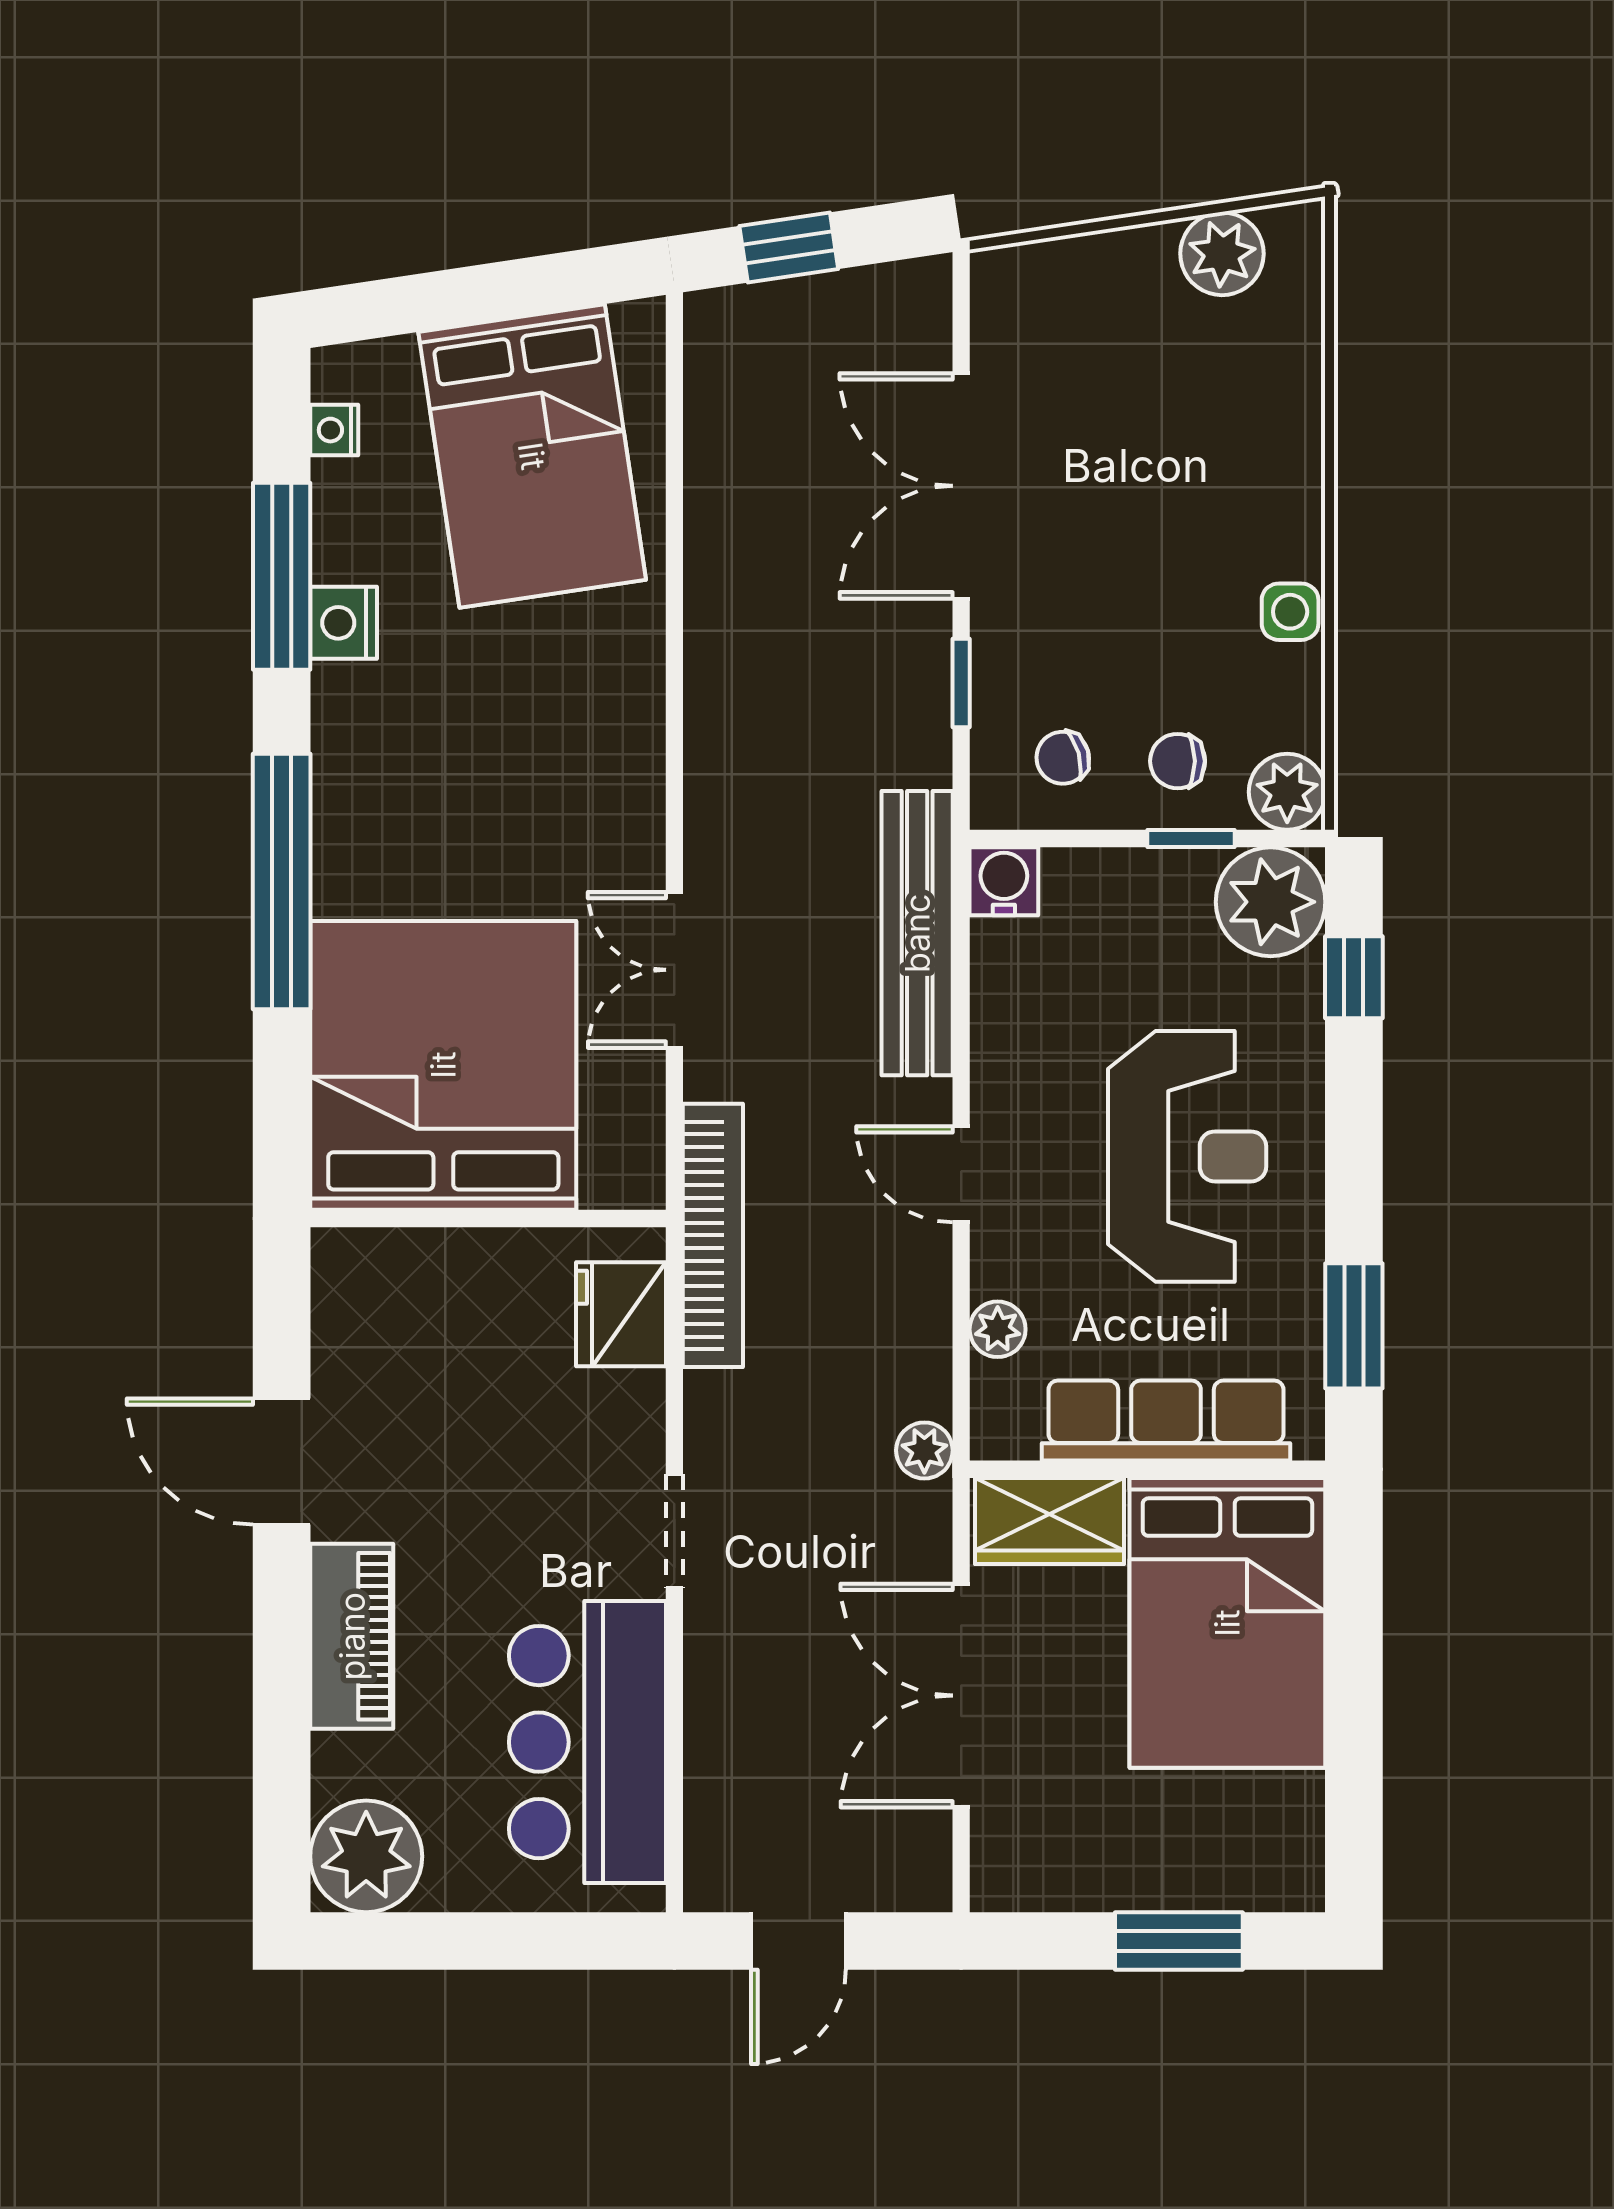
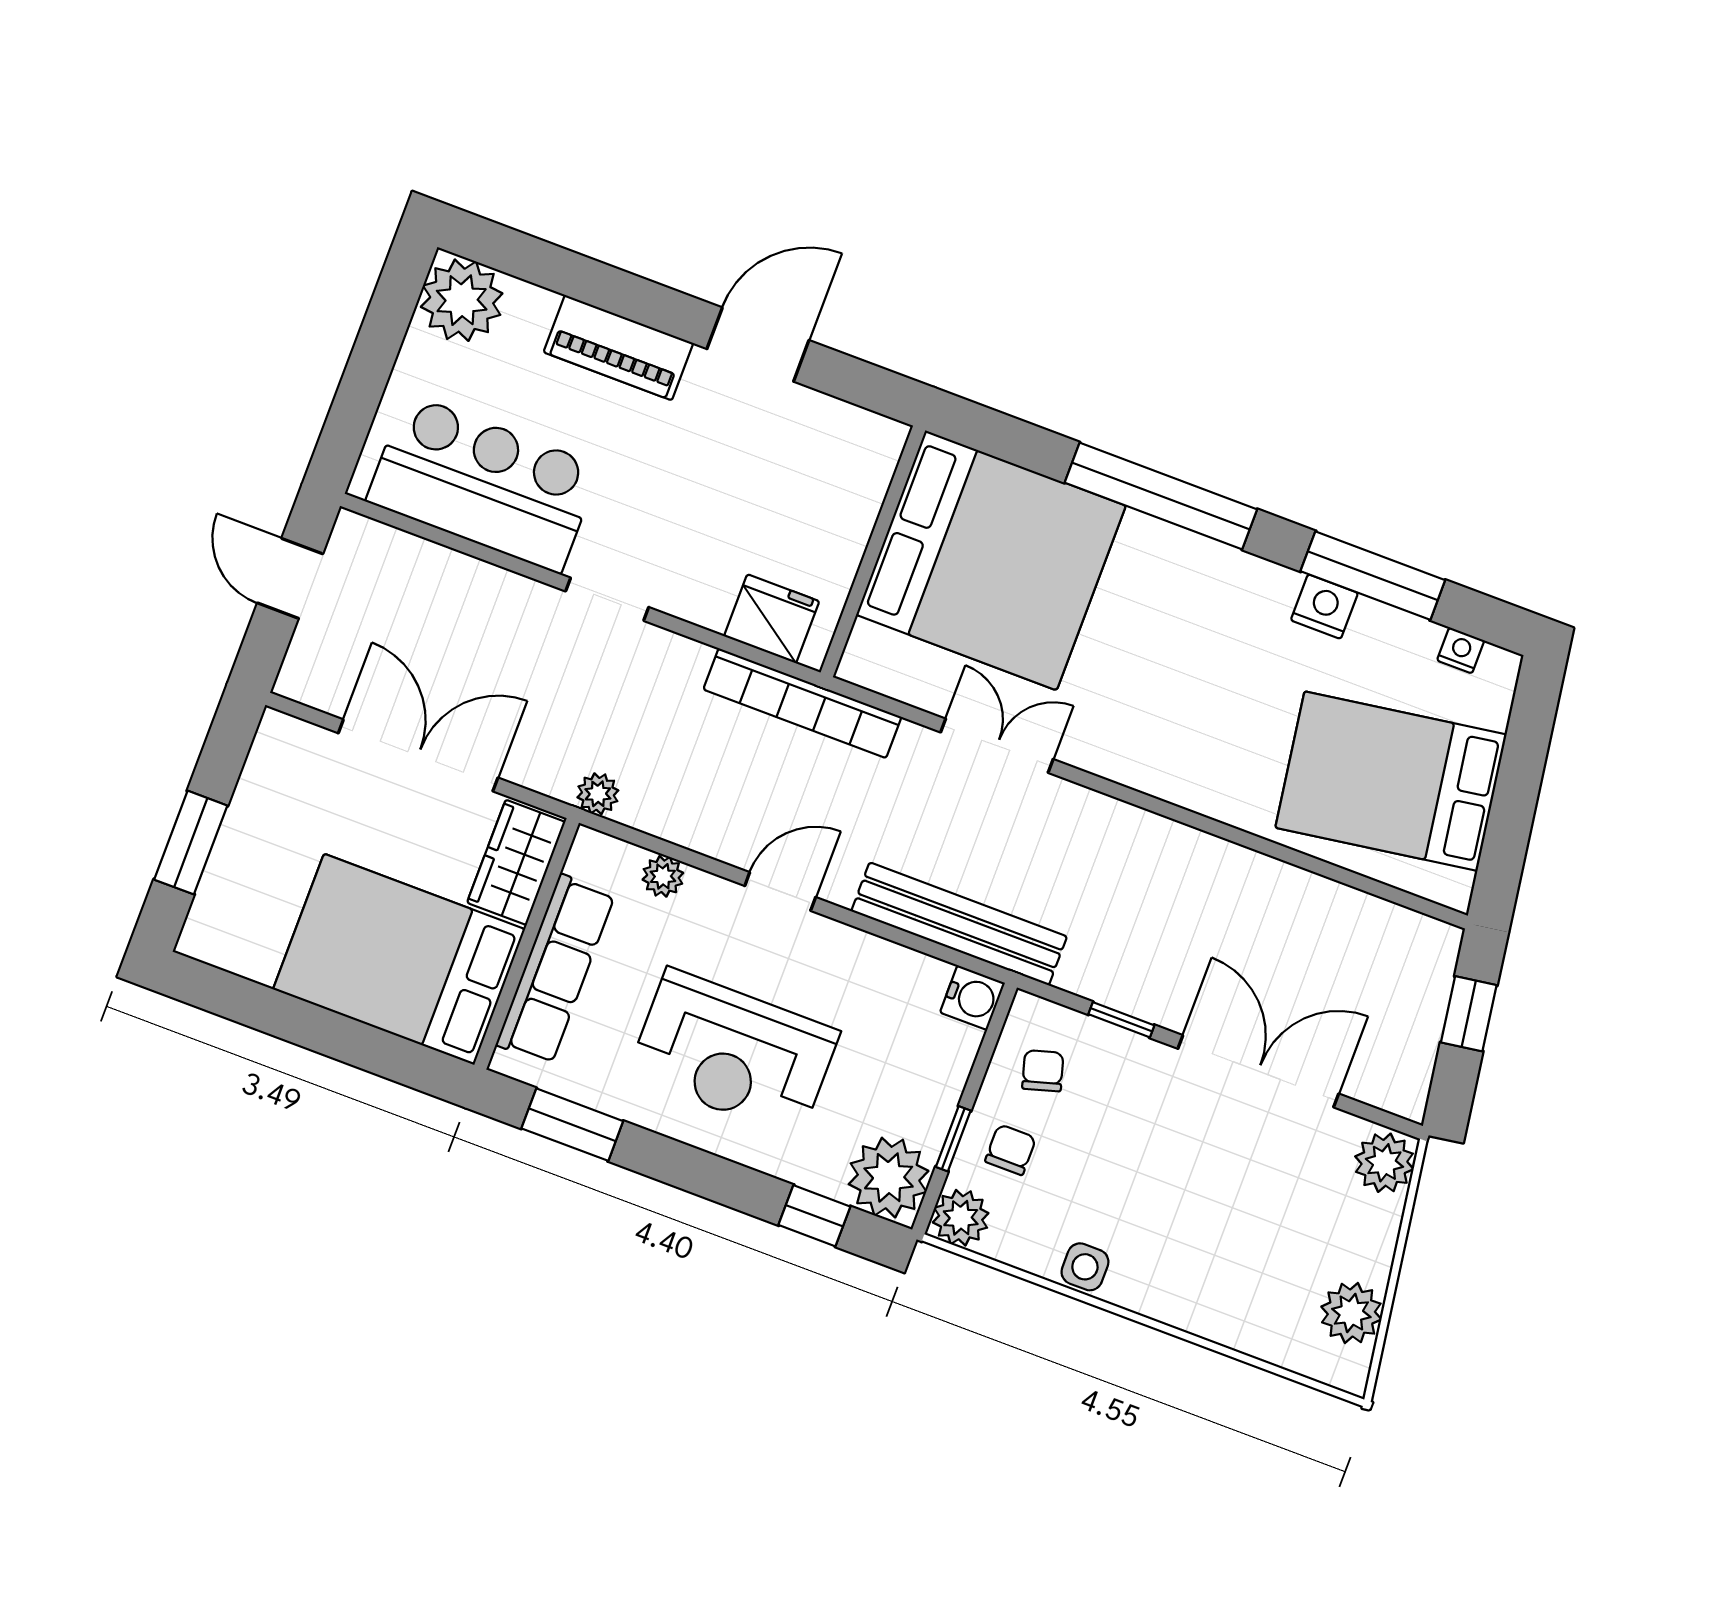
plant: (1017, 283) -> (1384, 1163), added

